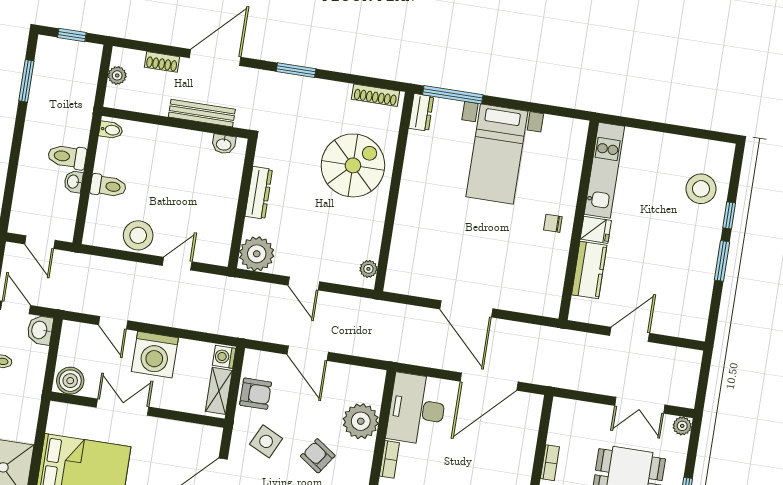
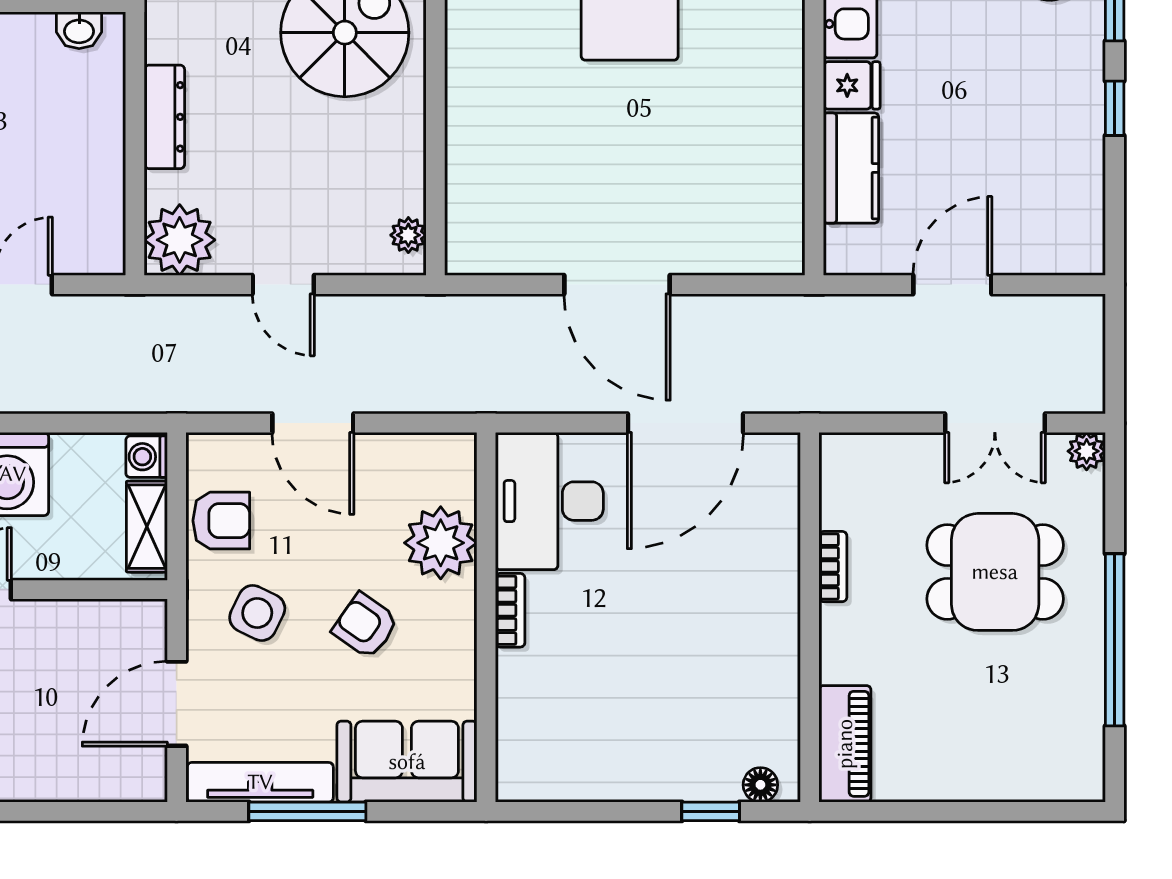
chair: (553, 223) -> (764, 86), removed
window: (722, 261) -> (1115, 108), width x0.67

